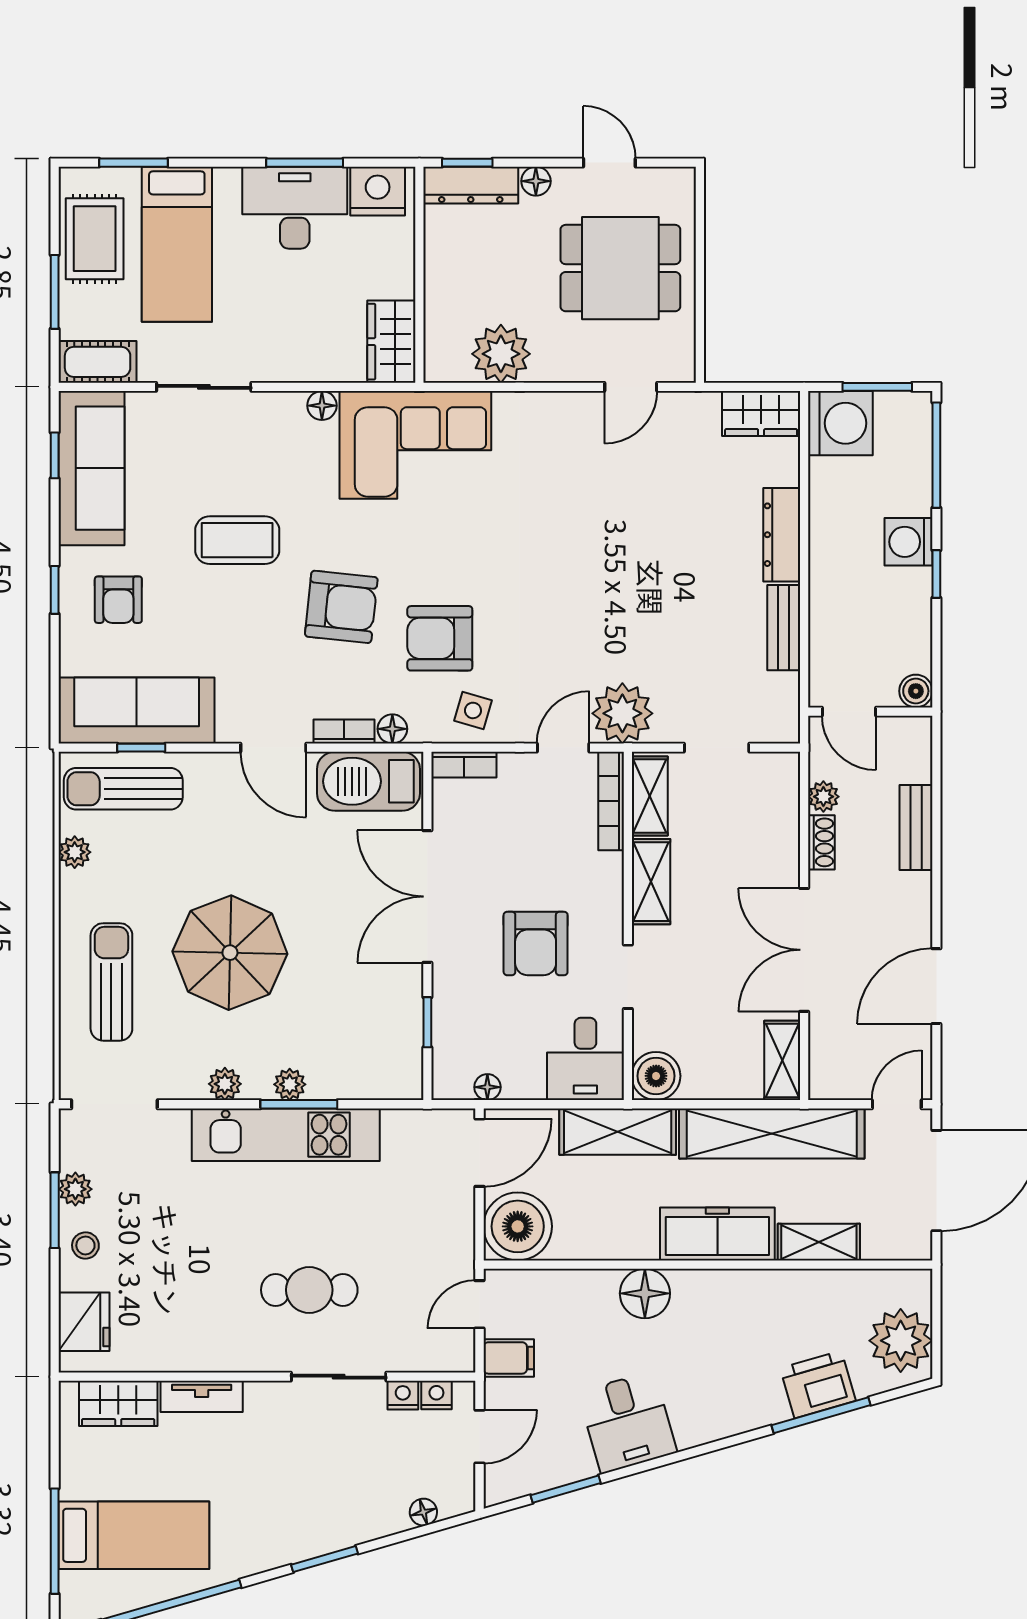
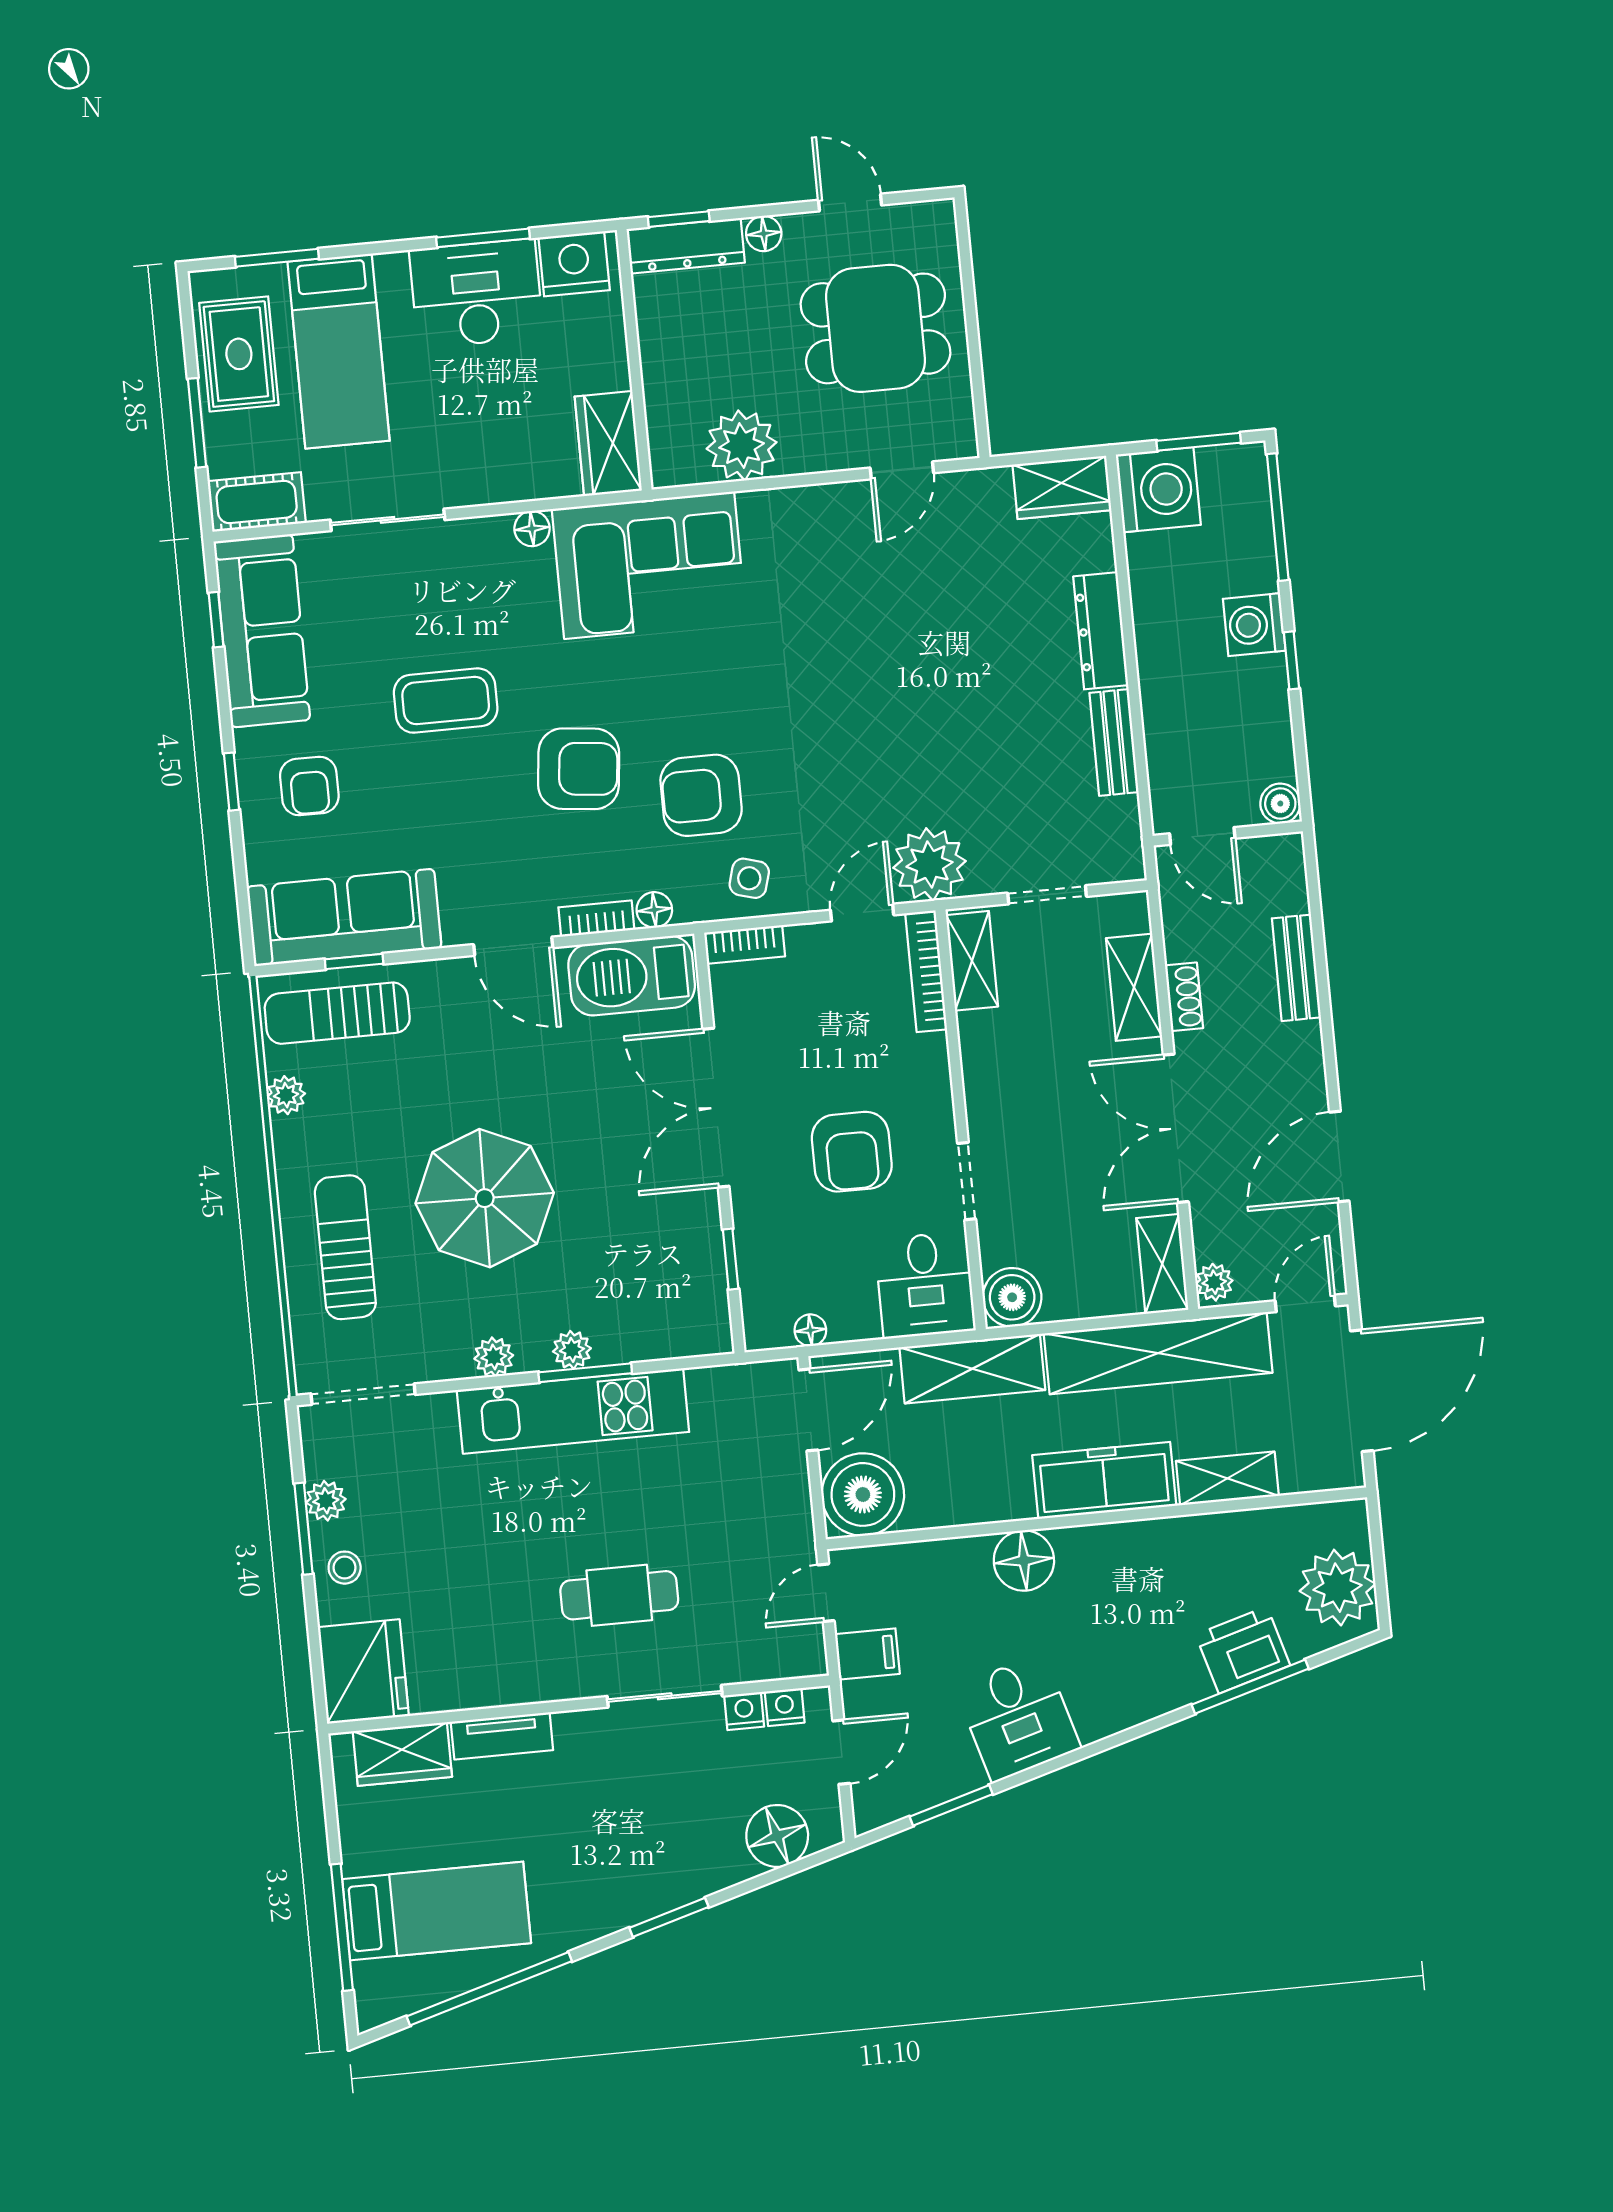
plant: (823, 797) -> (1214, 1282), moved
shelving: (651, 882) -> (1134, 987), moved
fridge: (84, 1322) -> (363, 1671), width x1.36, depth x1.34
floor lamp: (423, 1512) -> (777, 1836), width x1.89, depth x1.89

